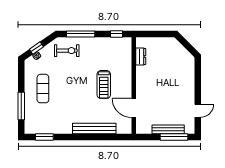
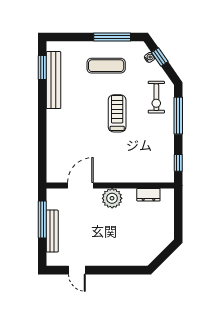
plant: (143, 84) -> (112, 198), added
treadmill: (104, 85) -> (117, 113), moved, turned 90
window: (21, 106) -> (112, 37), moved
bench: (94, 128) -> (53, 80), moved
window: (174, 137) -> (42, 220), moved

